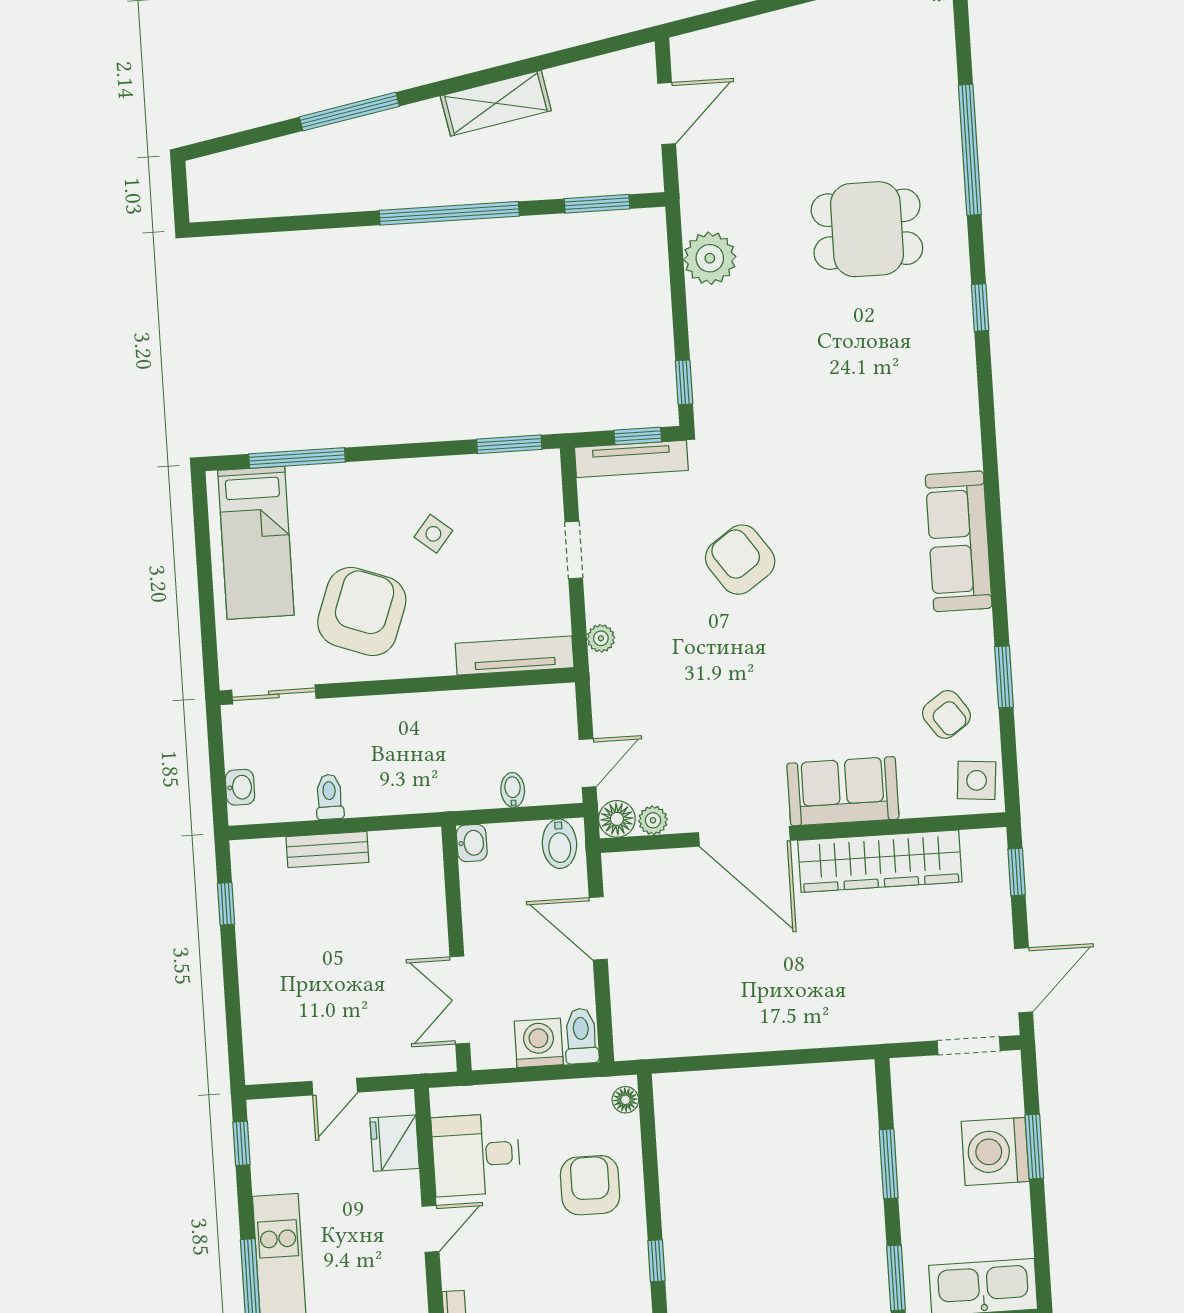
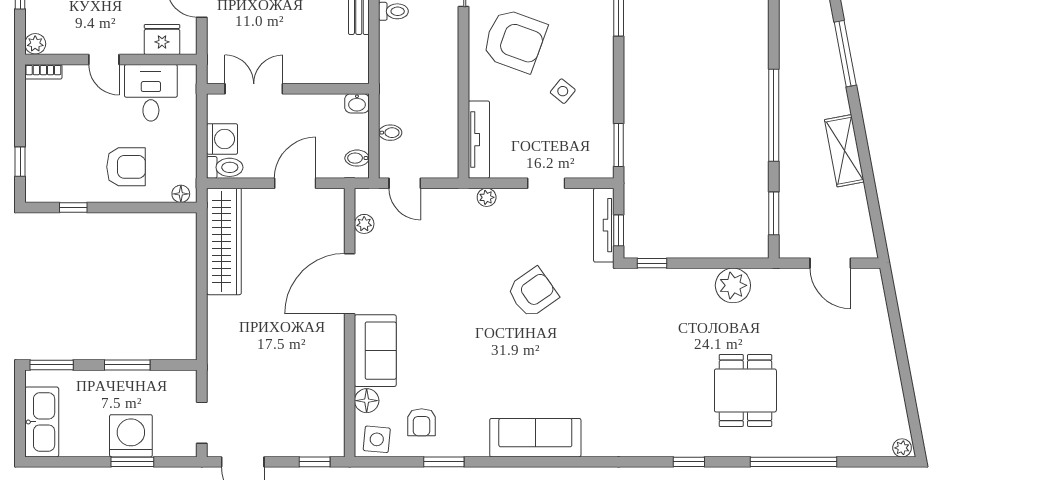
armchair: (946, 714) -> (422, 422), turned -55
floor lamp: (617, 819) -> (367, 401), moved
bidet: (559, 844) -> (357, 158), width x0.72, depth x0.74
wardrobe: (880, 861) -> (224, 241), moved, turned 180

